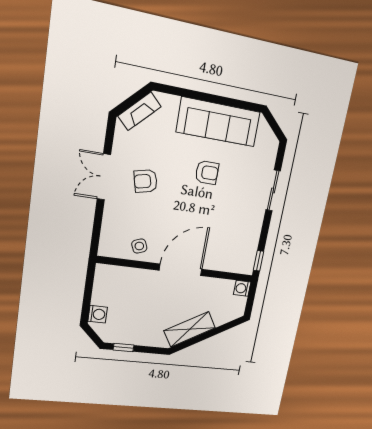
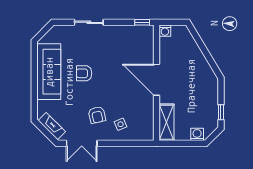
armchair: (207, 172) -> (84, 73), turned -90
double door: (104, 177) -> (82, 143), moved
side table: (139, 246) -> (121, 124), moved
shelving: (190, 329) -> (166, 122), moved, turned 31

